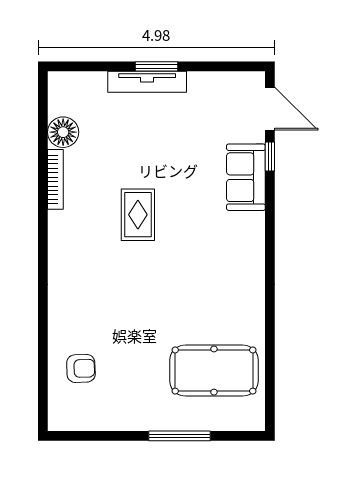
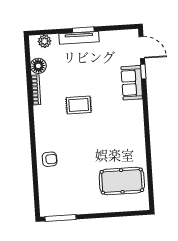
plant: (78, 84) -> (45, 41), added
rug: (138, 215) -> (79, 105), turned 90
armchair: (81, 368) -> (50, 159), moved
window: (180, 436) -> (60, 218), moved

